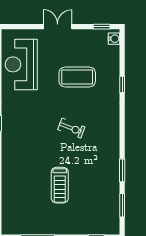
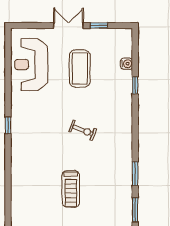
window: (102, 27) -> (99, 26), moved
water cooler: (114, 39) -> (127, 64), moved
coffee table: (77, 77) -> (80, 68), moved, turned 90

